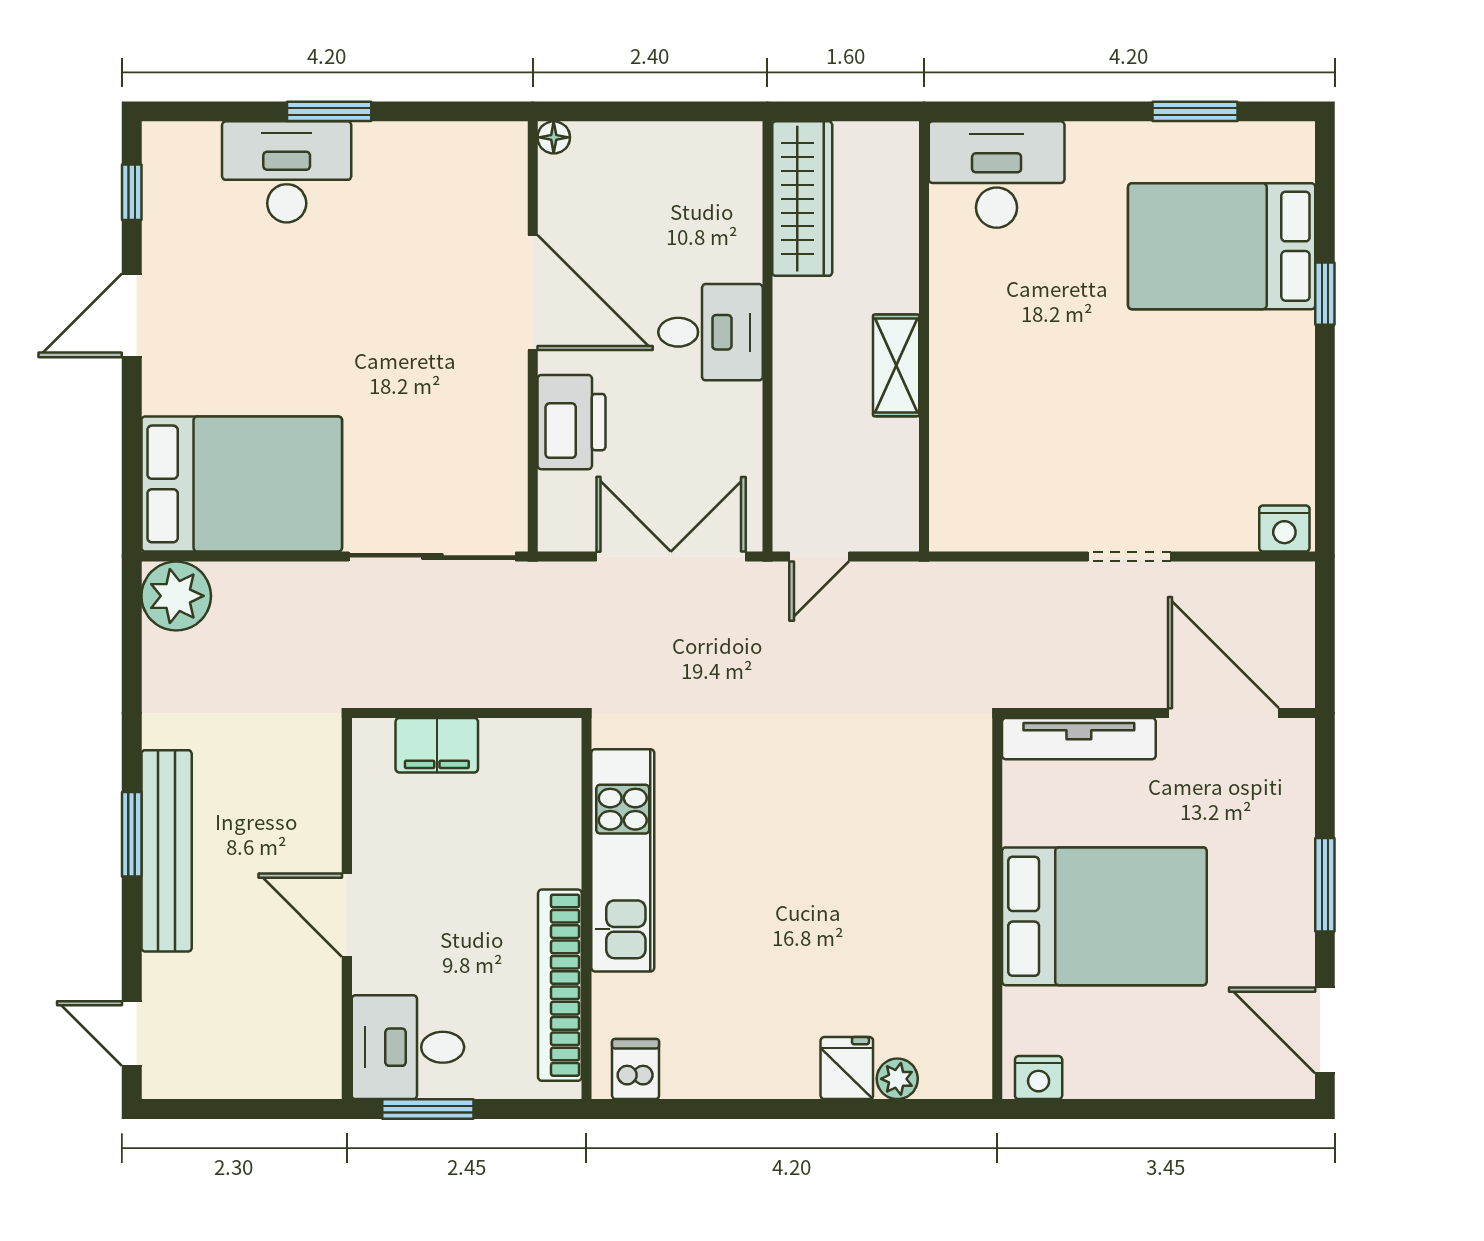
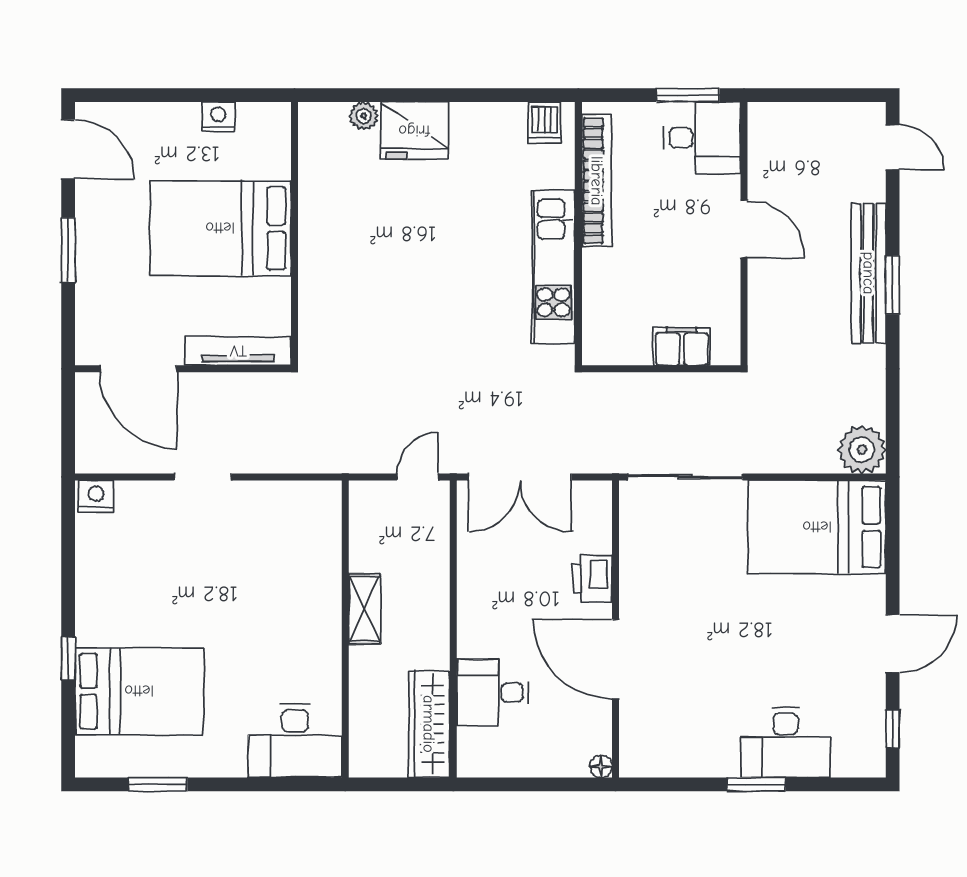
desk: (710, 332) -> (493, 693), moved
printer: (571, 422) -> (593, 579), width x0.73, depth x0.84
fridge: (847, 1068) -> (414, 131), width x1.88, depth x1.34
nightstand: (1039, 1078) -> (218, 117), moved

